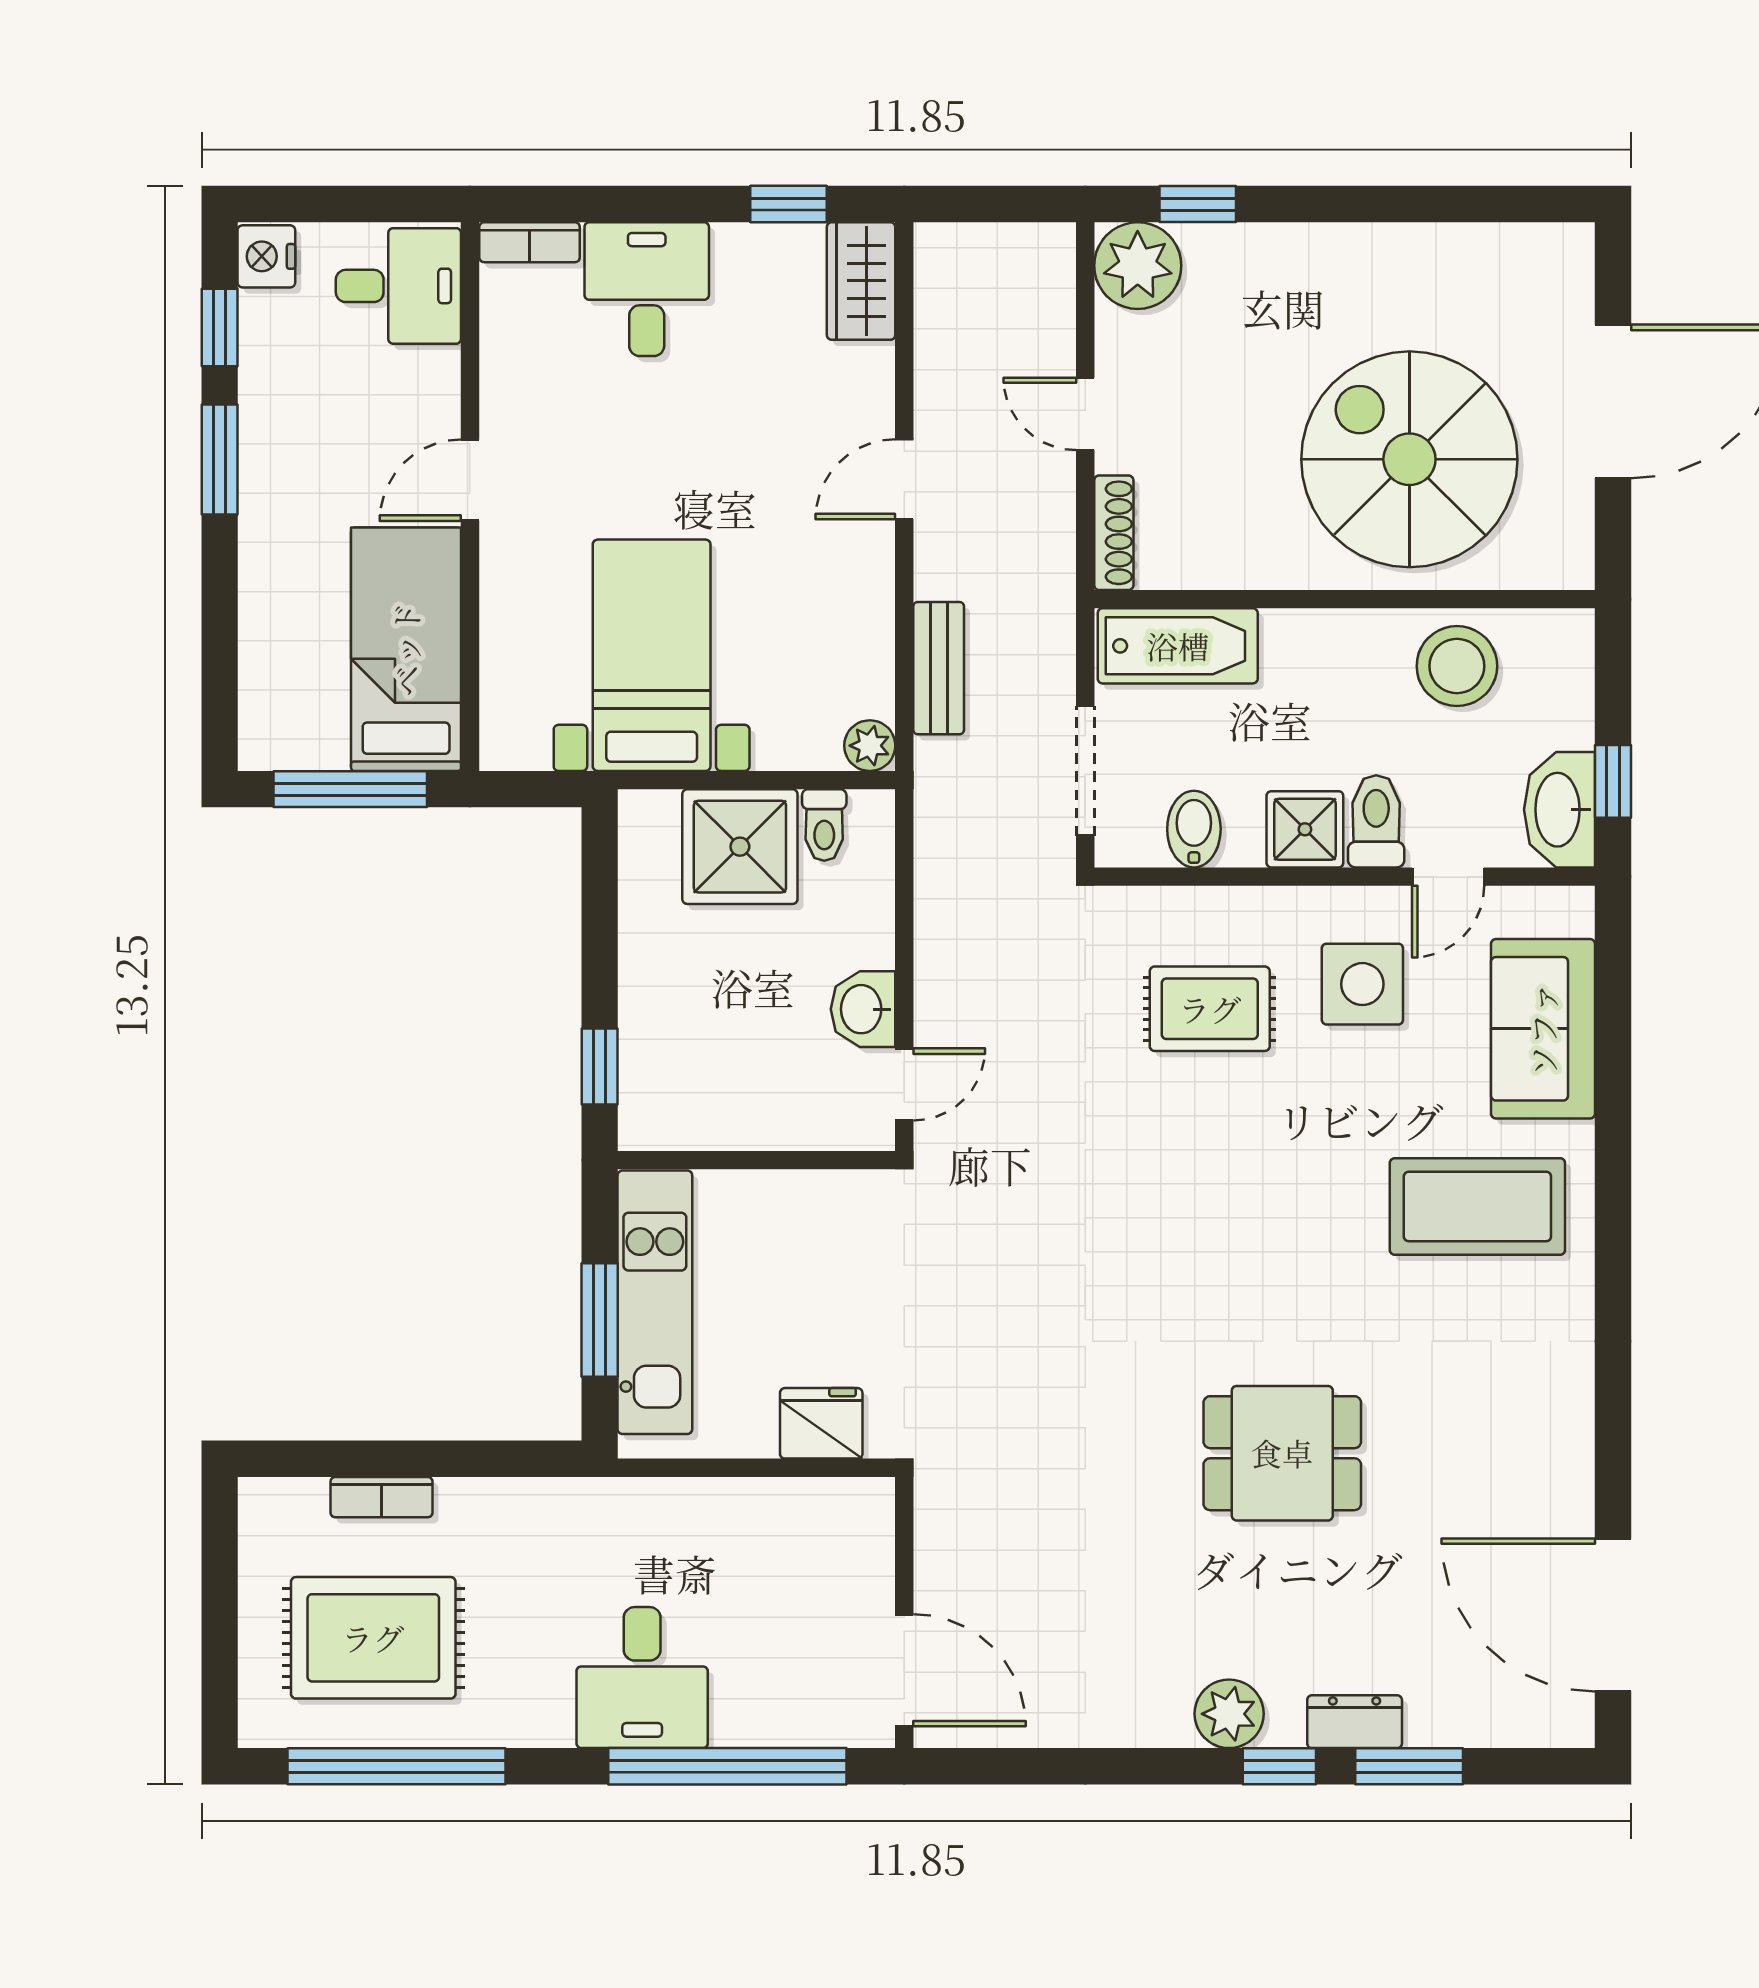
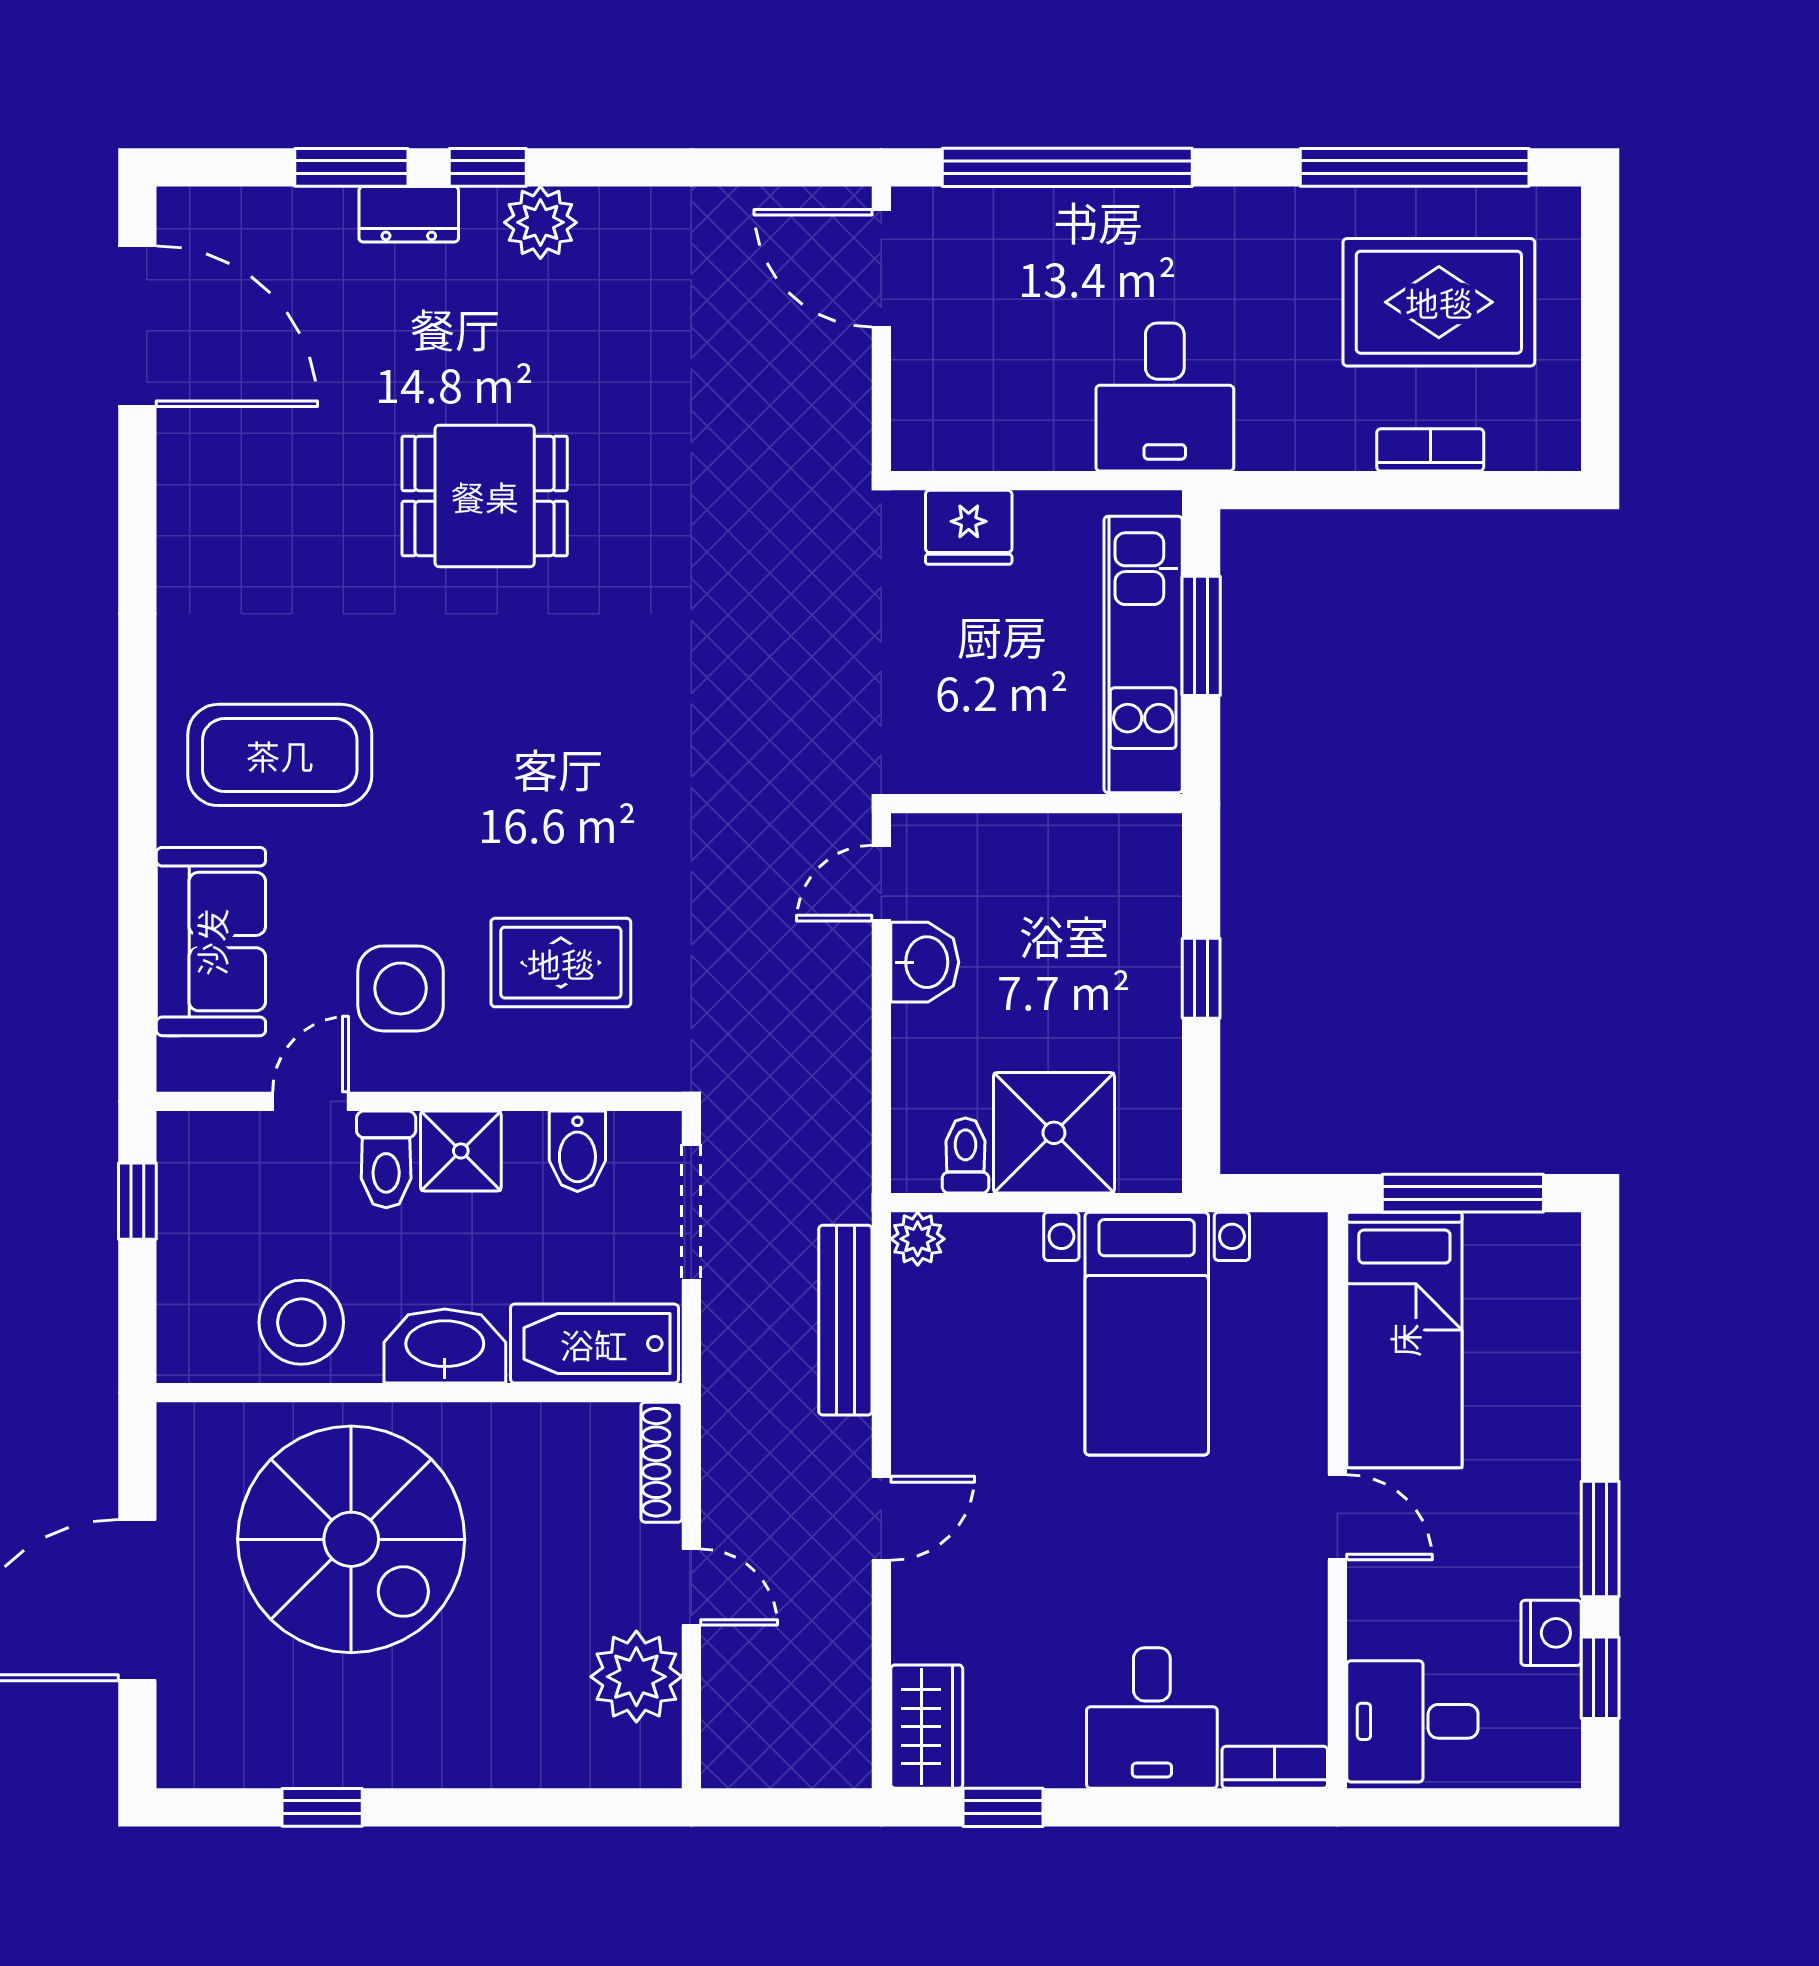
window: (1198, 204) -> (322, 1807), moved
nightstand: (266, 256) -> (1551, 1633), moved
plant: (1138, 266) -> (636, 1677), moved
door: (470, 480) -> (1337, 1517), hinge flipped
bench: (939, 668) -> (845, 1320), width x1.36
washbasin: (1560, 810) -> (445, 1346), moved, turned -90
window: (600, 1066) -> (1201, 978), moved
desk: (642, 1678) -> (1165, 397), moved, turned 180

